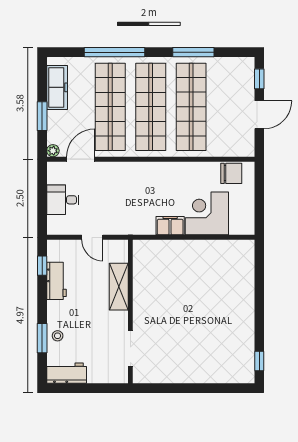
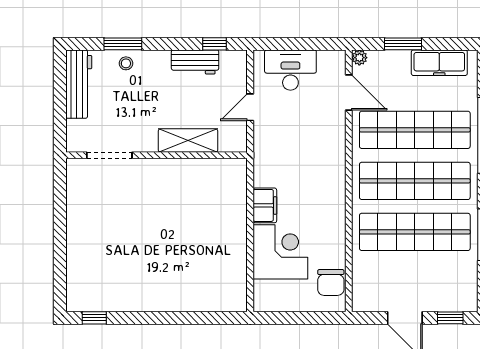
desk: (63, 200) -> (290, 70), width x1.37
workbench: (67, 373) -> (79, 84), width x1.38

